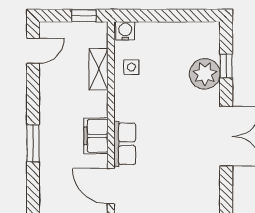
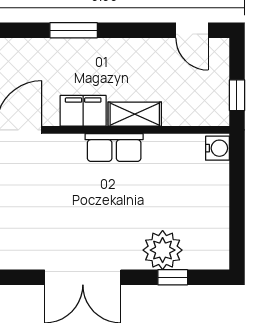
side table: (131, 67) -> (171, 156), removed
shelving: (99, 69) -> (135, 114), moved
row of seats: (125, 144) -> (114, 147), moved

